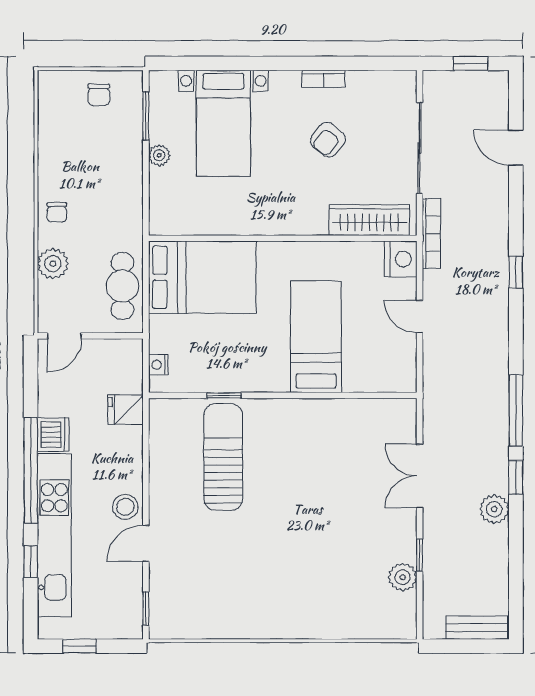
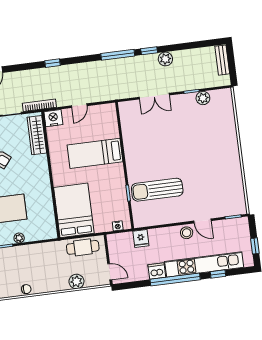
chair: (57, 212) -> (26, 289), moved

